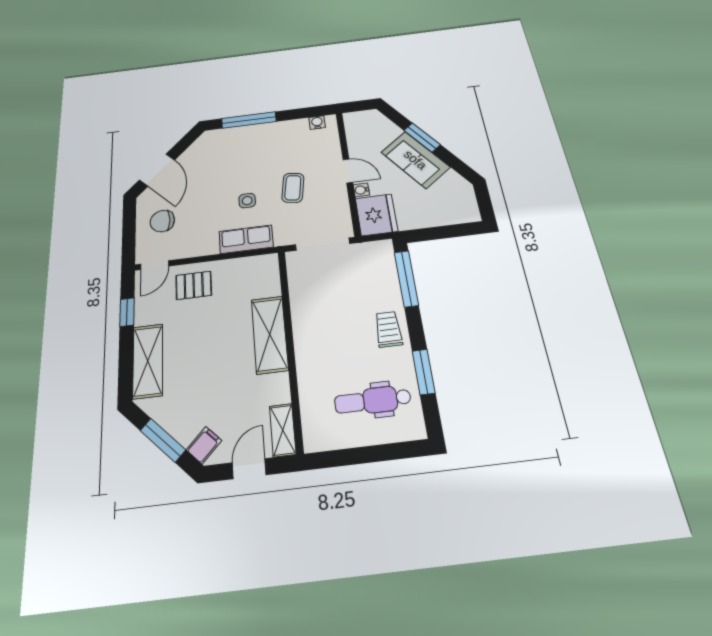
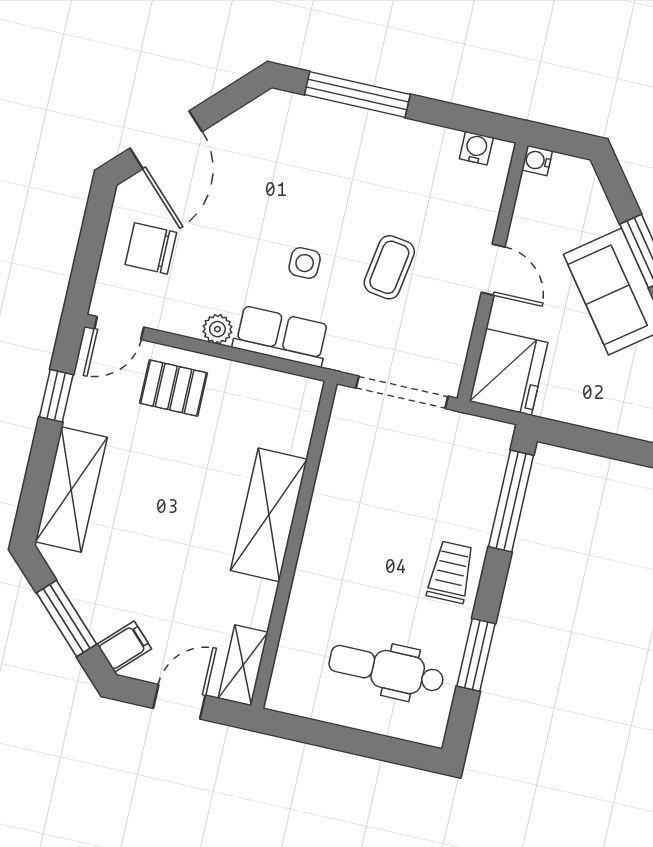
water cooler: (361, 190) -> (537, 160), moved
plant: (210, 247) -> (217, 329), added

